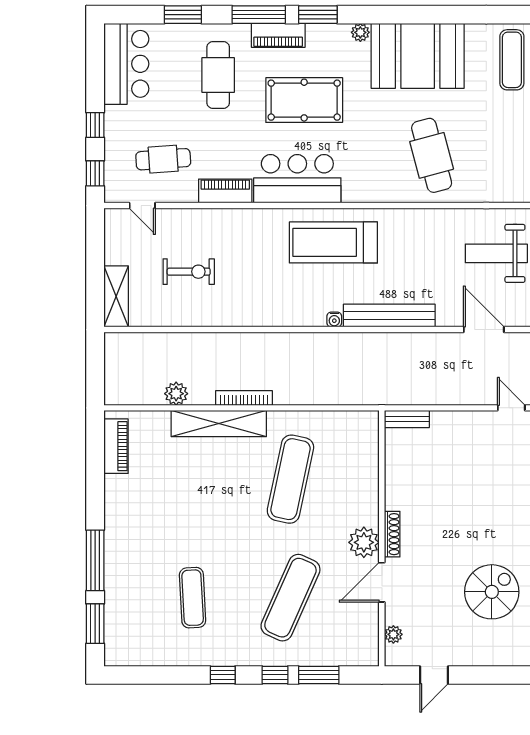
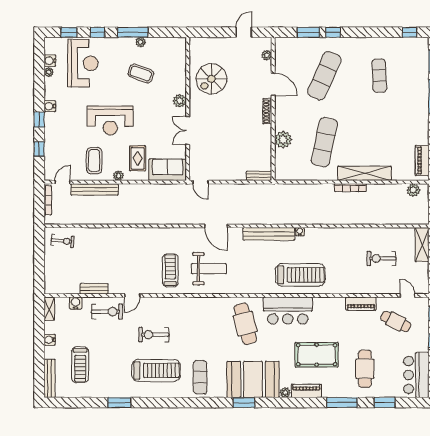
window: (318, 15) -> (244, 403), moved
piano: (278, 35) -> (306, 391), moved
cafe table: (163, 159) -> (396, 322), turned 30
bar counter: (297, 179) -> (288, 311), moved
plant: (176, 394) -> (413, 190), moved
plant: (364, 542) -> (283, 140), moved
door: (382, 582) -> (273, 84), hinge flipped
window: (223, 675) -> (409, 32), moved

